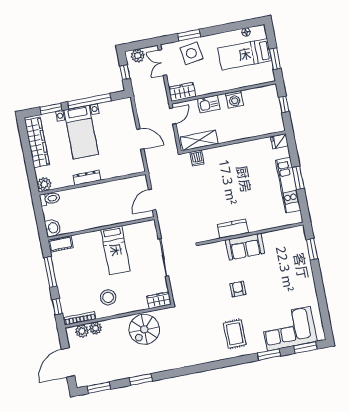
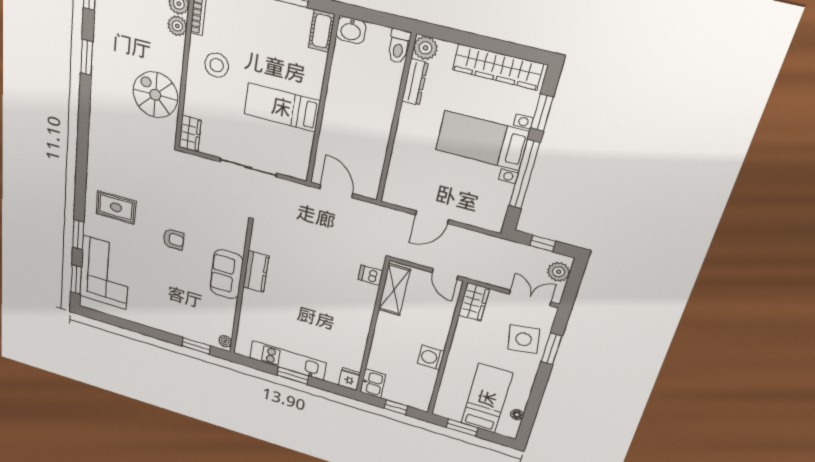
kitchen sink: (209, 104) -> (373, 383), moved, turned 180
dresser: (87, 178) -> (415, 82), moved
plant: (297, 231) -> (225, 341), added

